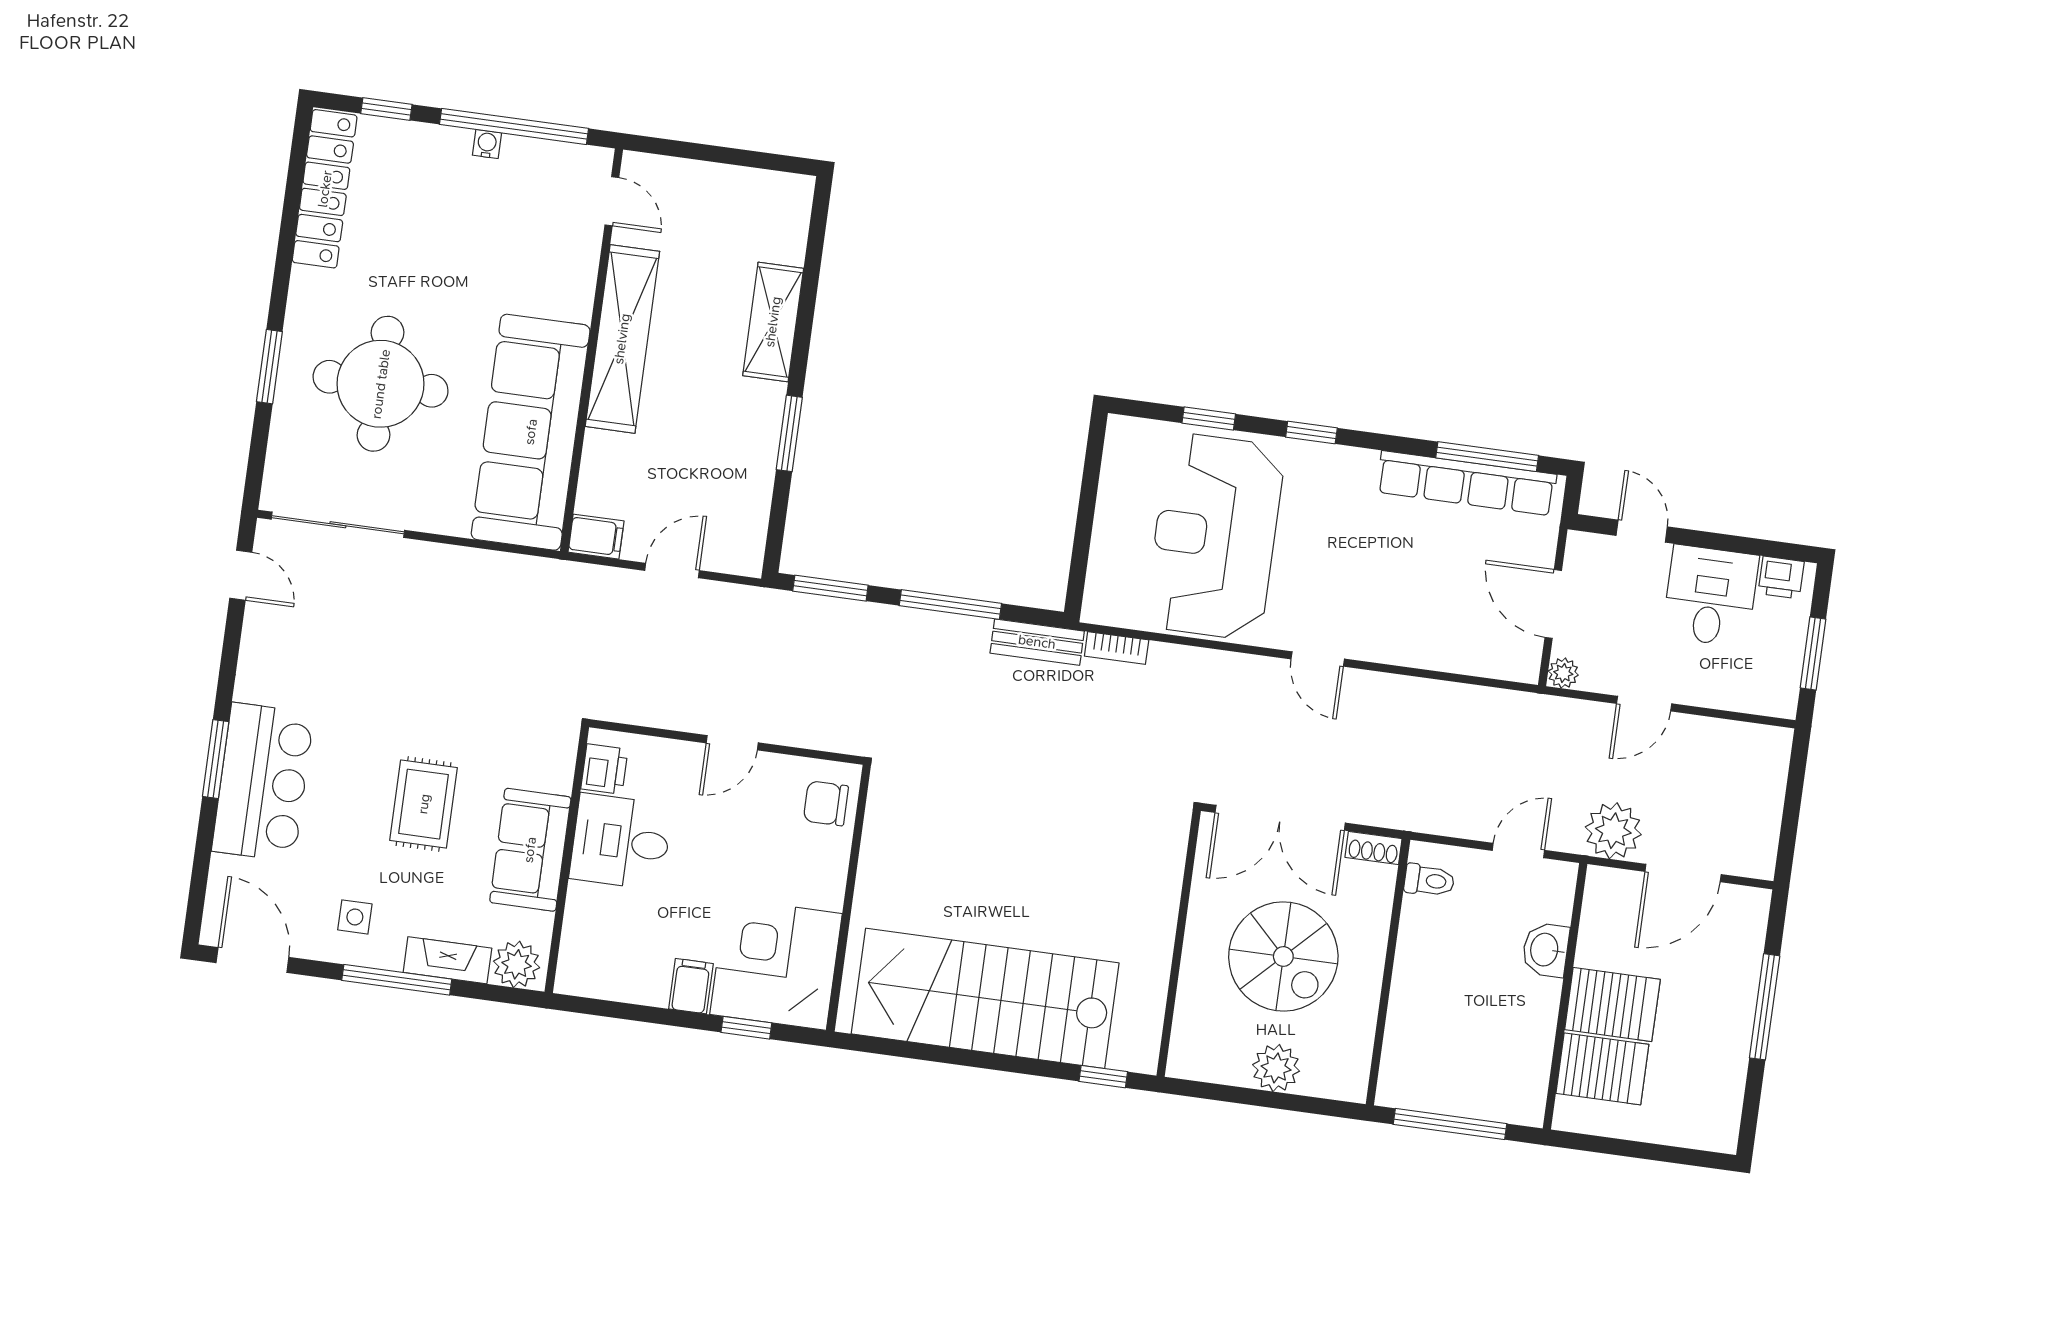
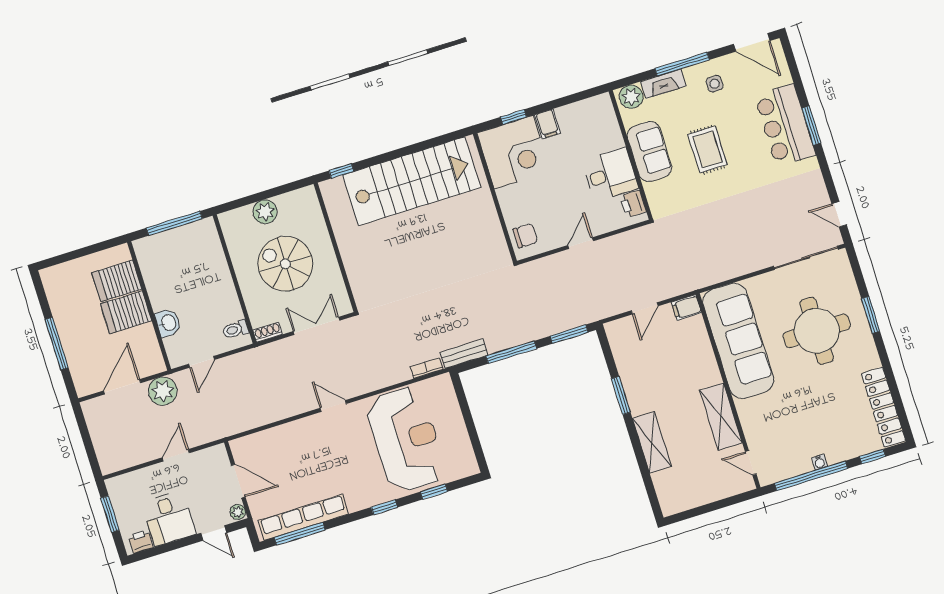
shelving: (622, 339) -> (721, 417), width x0.68
plant: (1563, 673) -> (238, 512), moved
double door: (1280, 818) -> (316, 326), width x0.73

